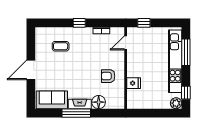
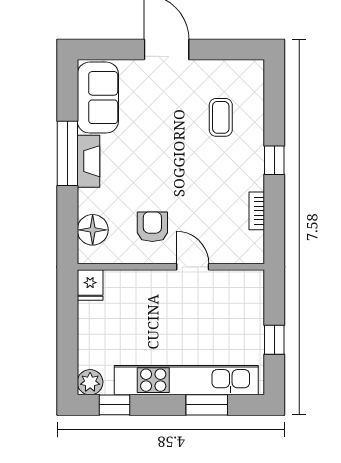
window: (144, 23) -> (274, 340), moved
door: (126, 43) -> (193, 267), moved
window: (186, 52) -> (207, 405), width x0.69
fridge: (134, 83) -> (90, 285), moved
floor lamp: (99, 102) -> (93, 230), moved

